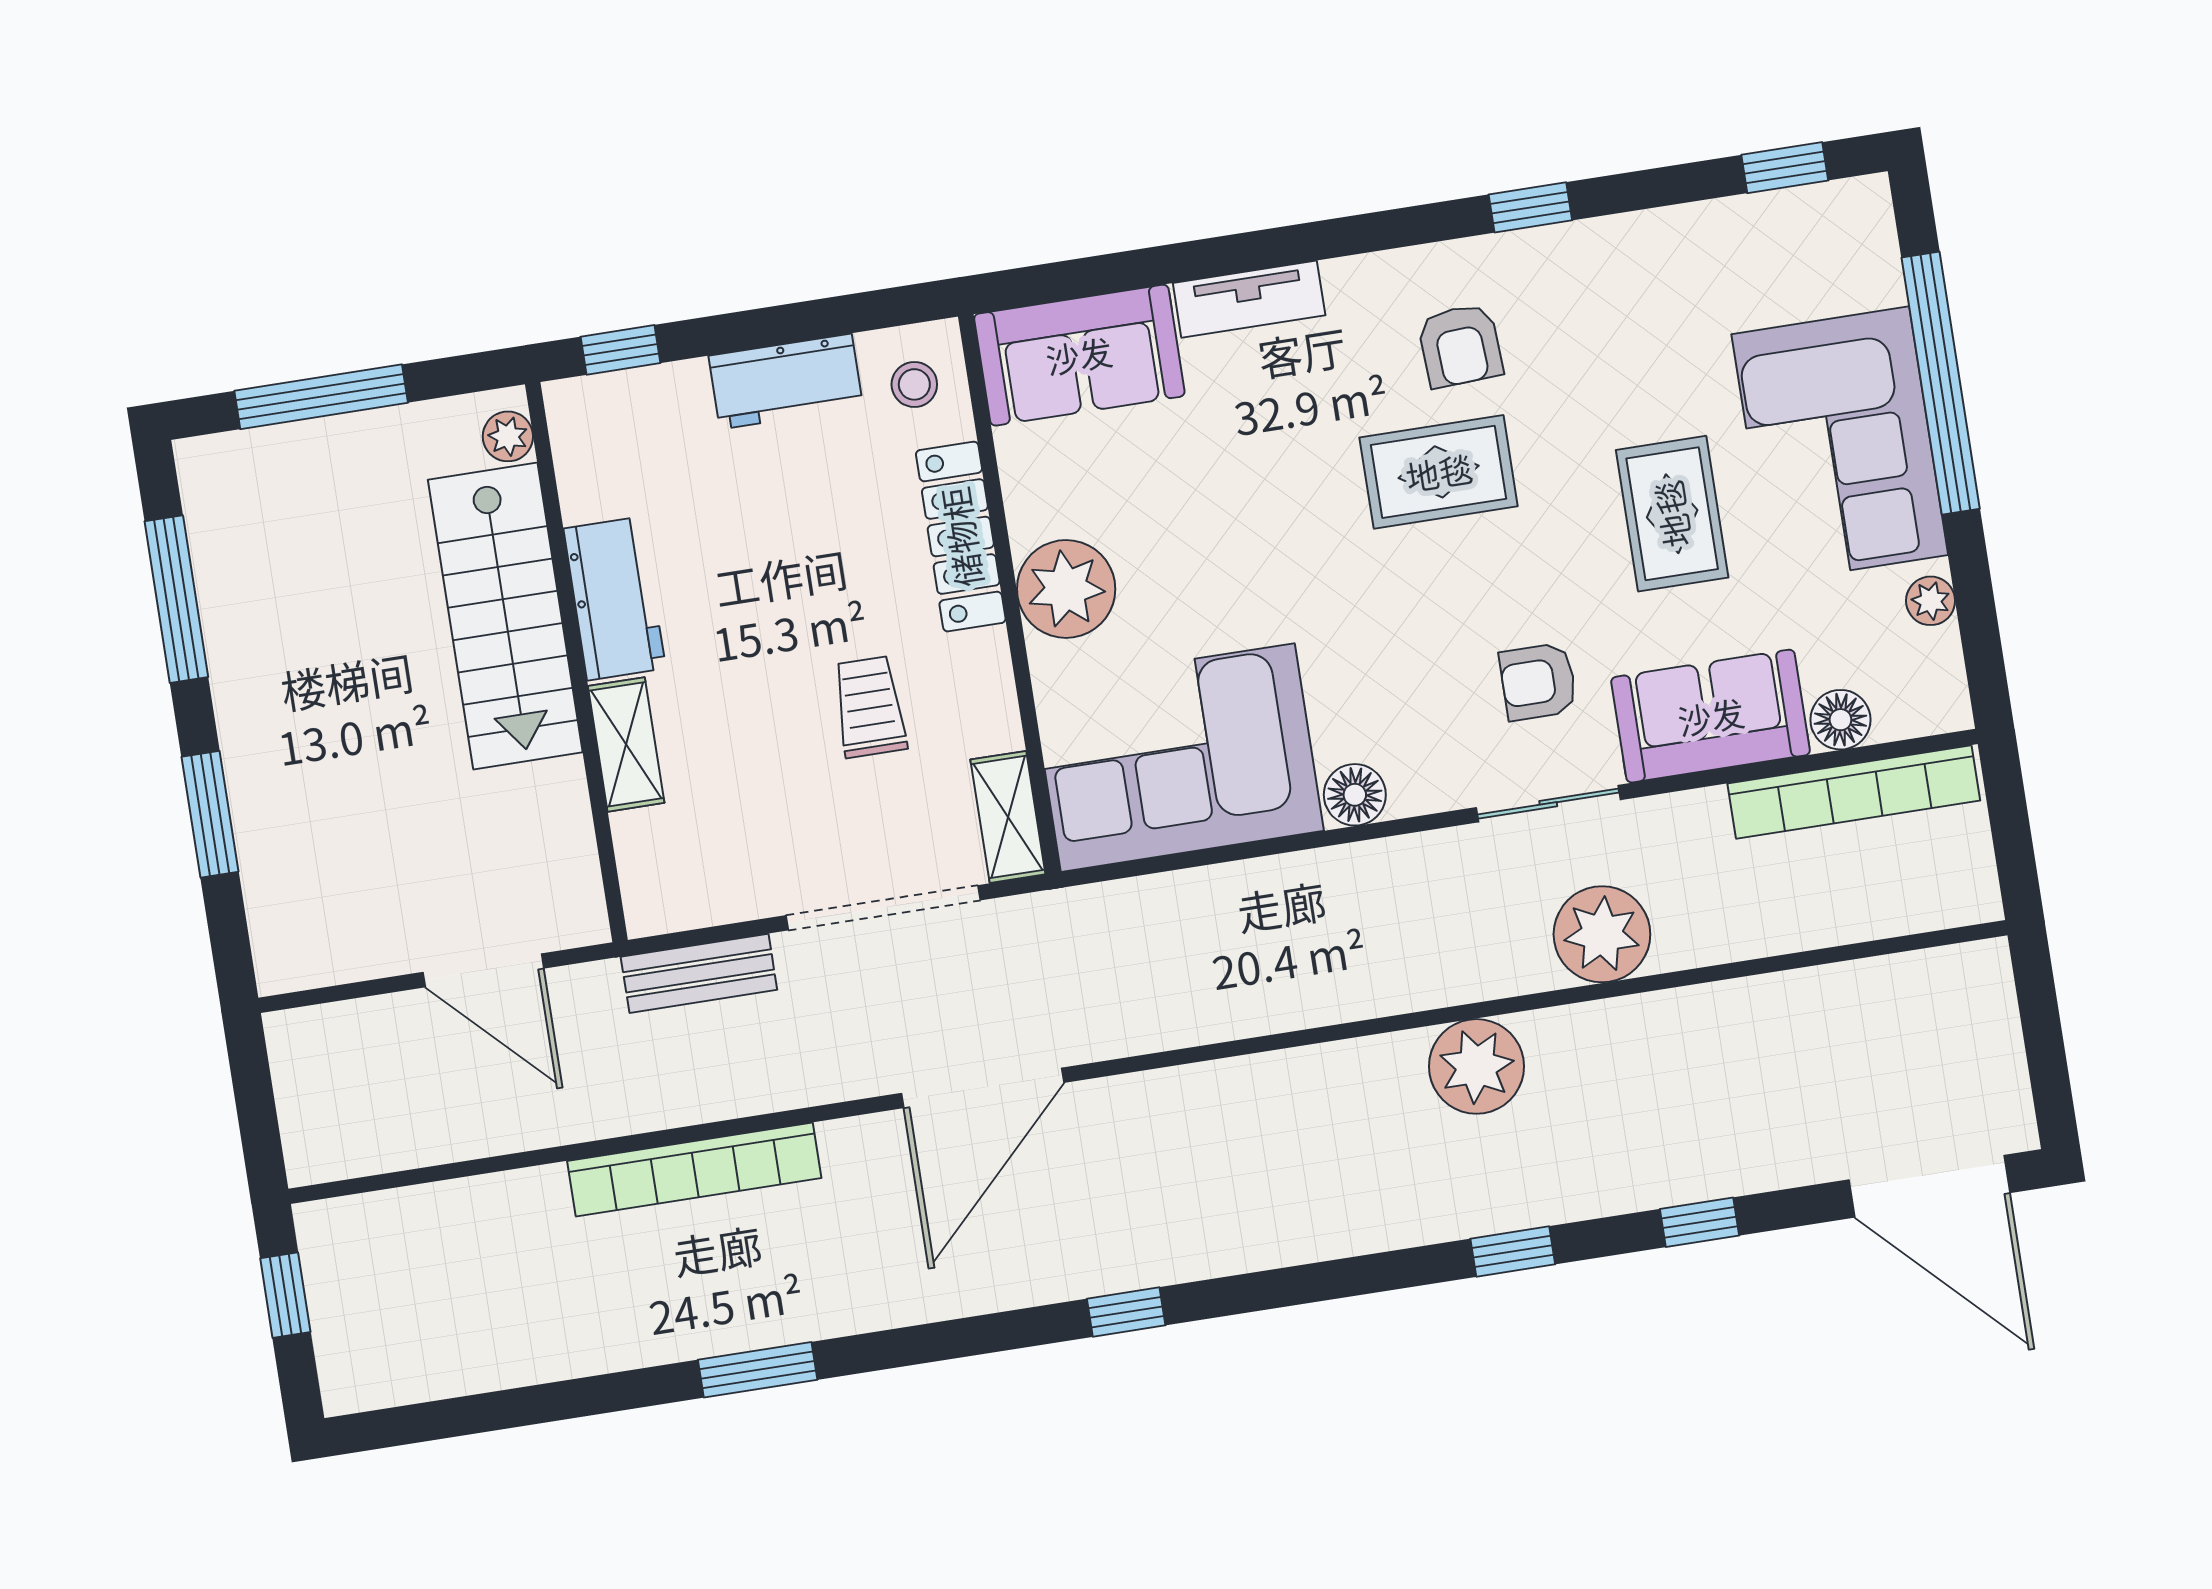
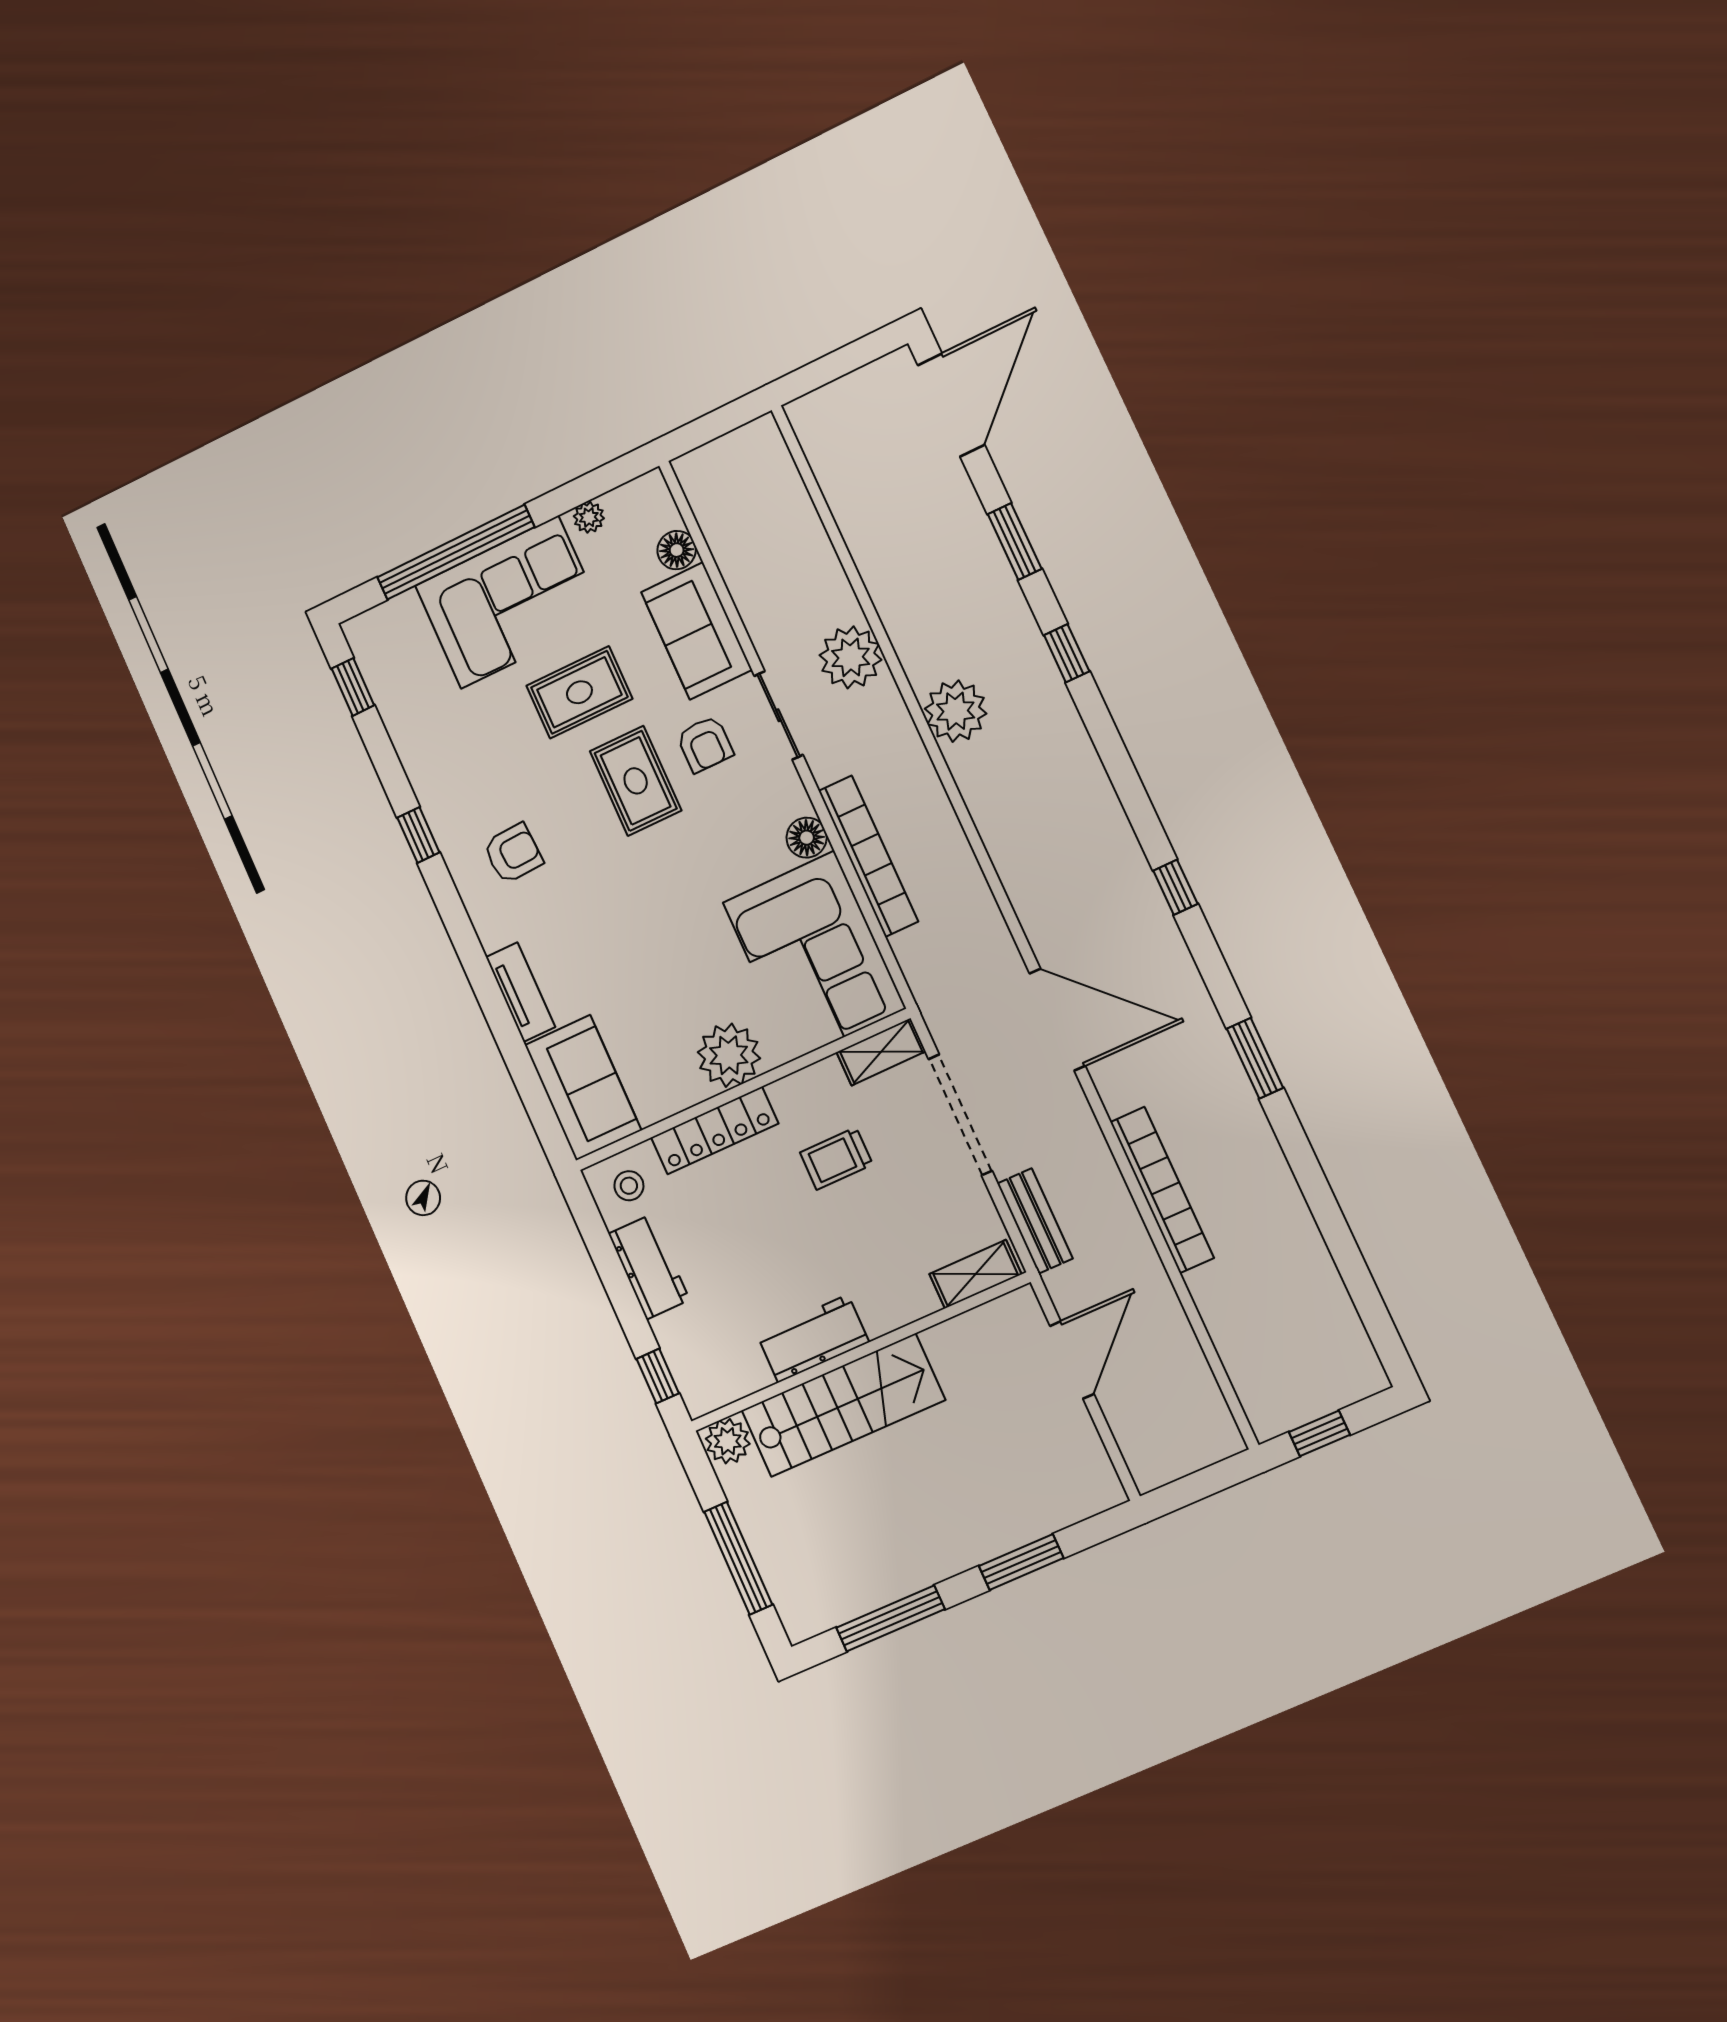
plant: (508, 436) -> (728, 1441), width x1.38, depth x1.38
rug: (1439, 472) -> (636, 781), moved
shelving: (626, 744) -> (975, 1274), moved
bookcase: (1854, 792) -> (868, 856), moved
window: (1700, 1222) -> (1015, 541), width x1.50
window: (758, 1370) -> (1255, 1058), moved

